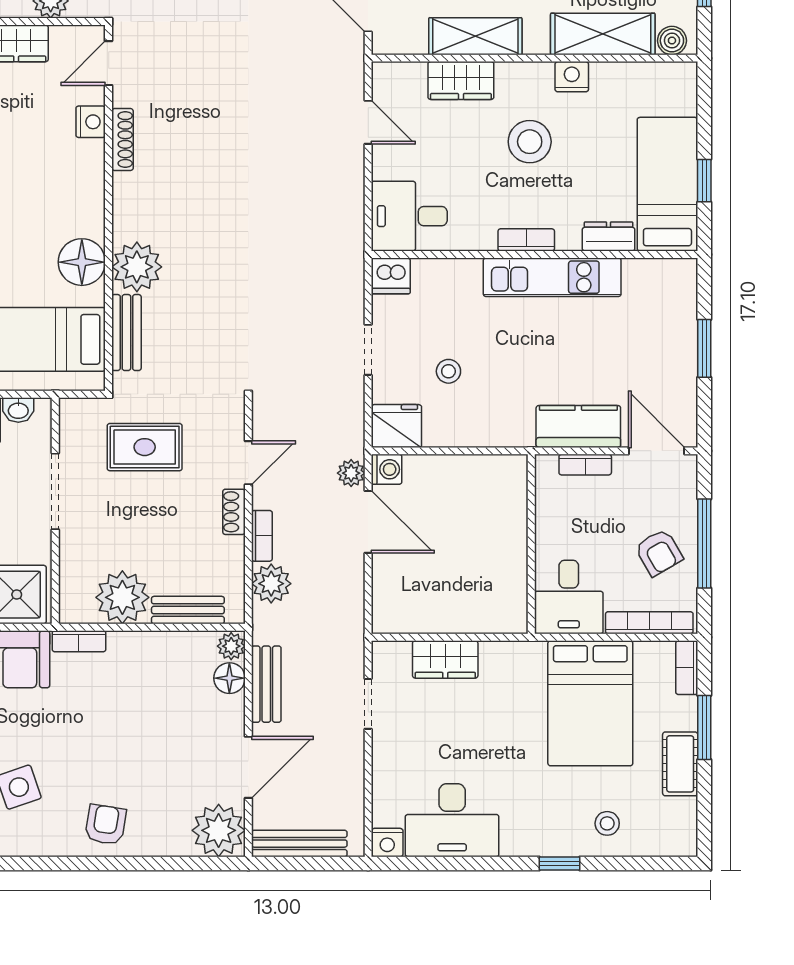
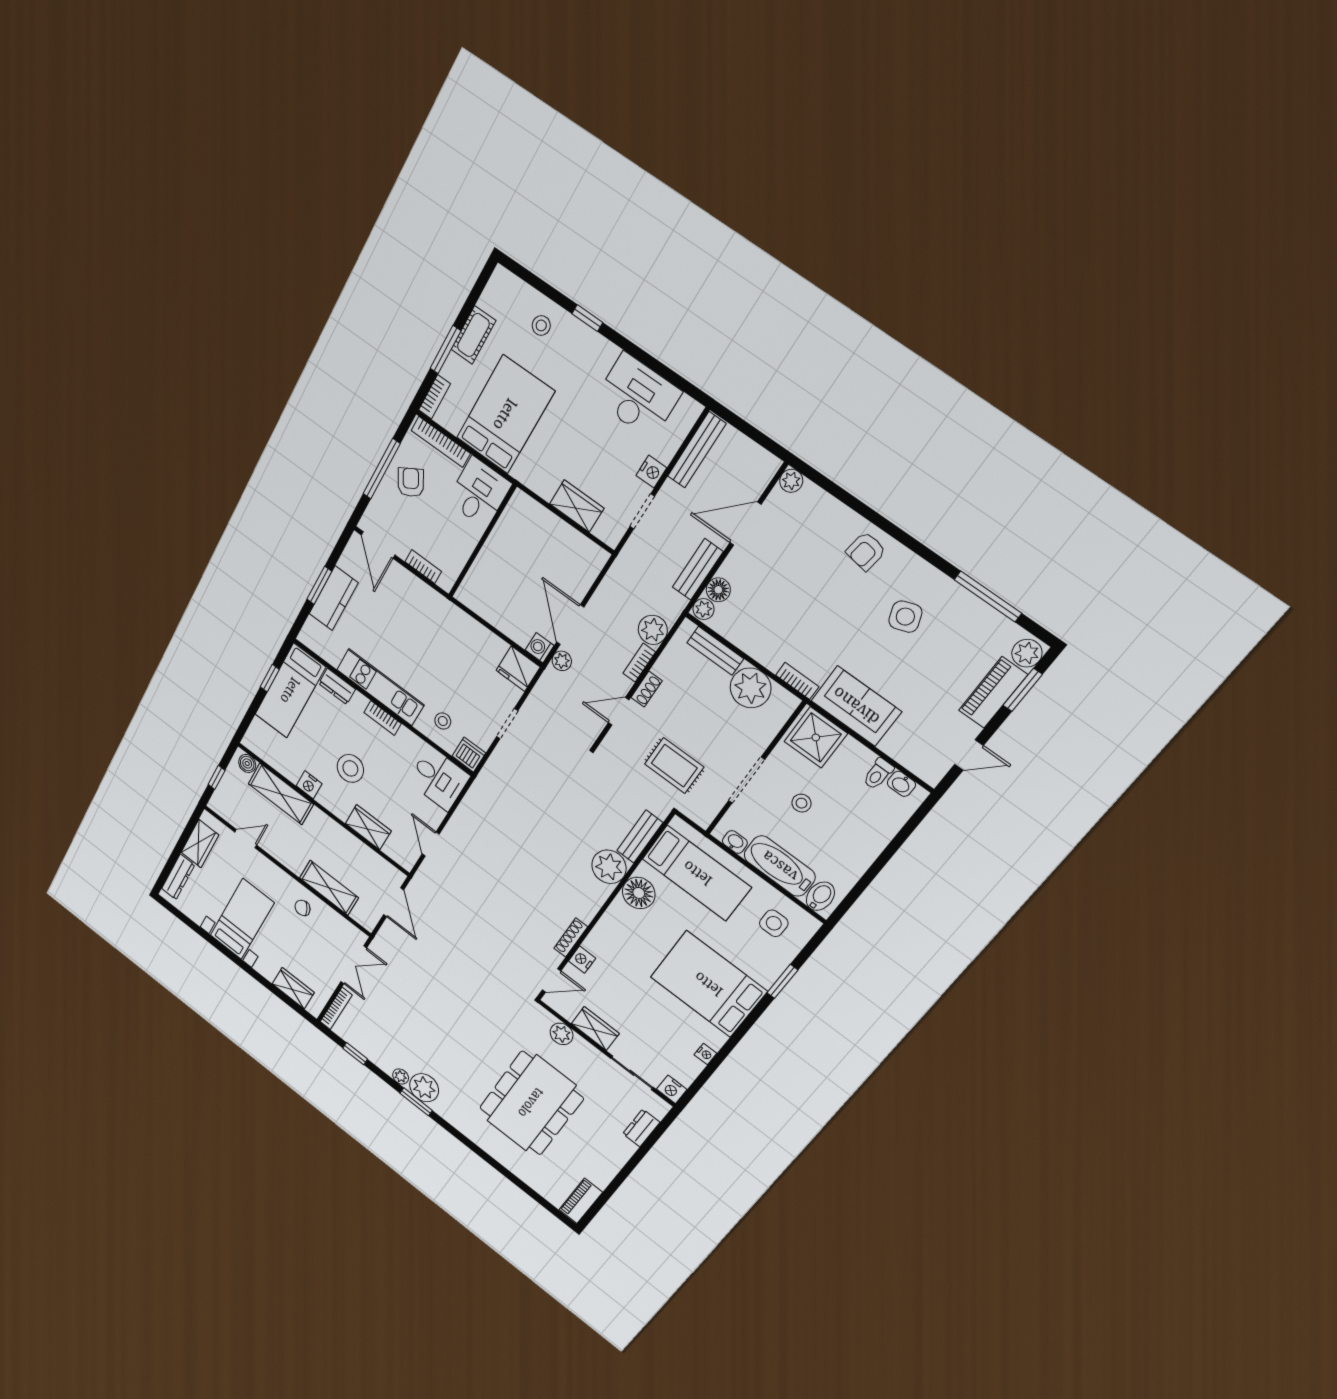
shelving: (475, 36) -> (347, 843), removed
stool: (448, 371) -> (443, 721), moved
kitchen counter: (578, 426) -> (334, 598), moved, turned -90
plant: (219, 830) -> (791, 481), width x0.53, depth x0.53
nightstand: (387, 843) -> (651, 472), moved, turned 90
bench: (299, 844) -> (697, 450), moved, turned 90

